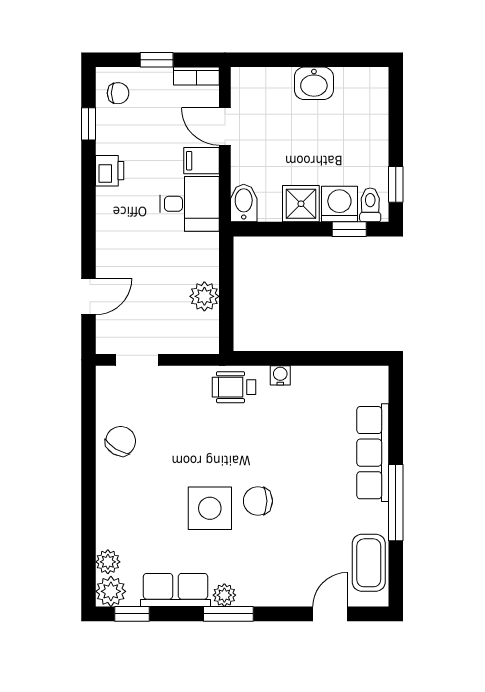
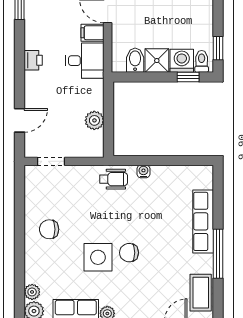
printer: (110, 171) -> (33, 60), moved
bidet: (244, 203) -> (135, 60), moved
wheelchair: (234, 387) -> (114, 179), turned 180
chair: (121, 441) -> (49, 229), moved, turned -121

